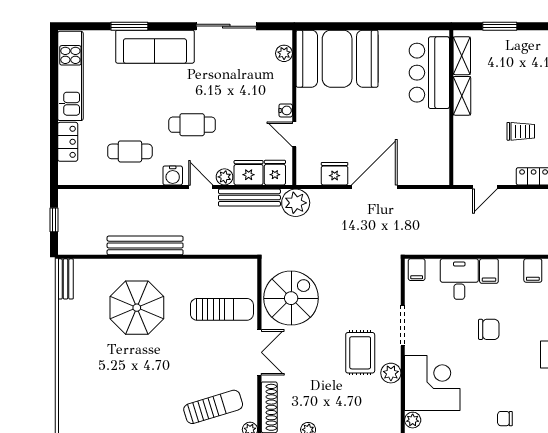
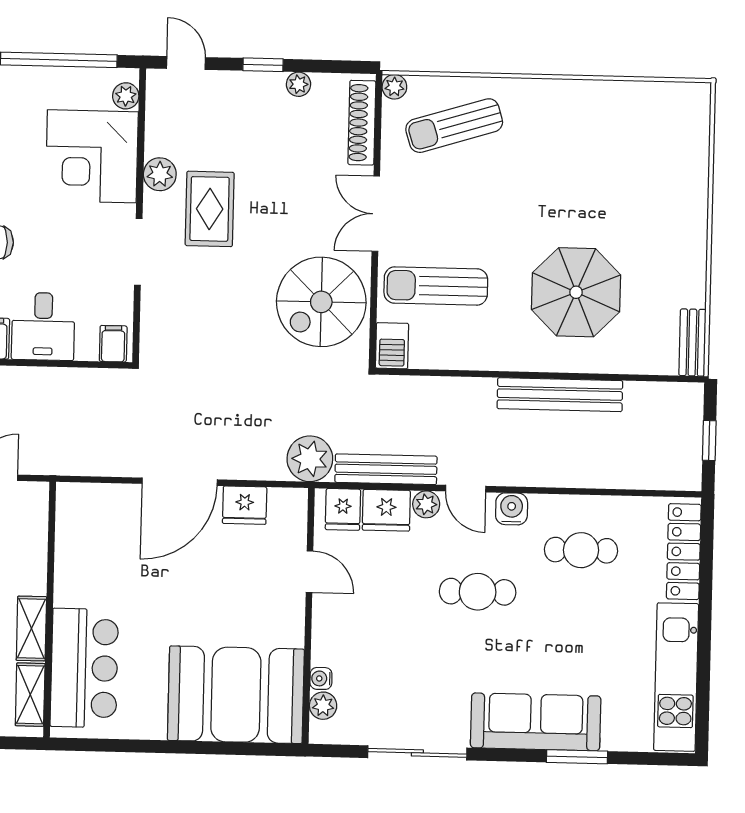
water cooler: (286, 110) -> (321, 678), moved
locker: (68, 142) -> (684, 552), width x1.53
barbecue: (248, 273) -> (392, 346), added

